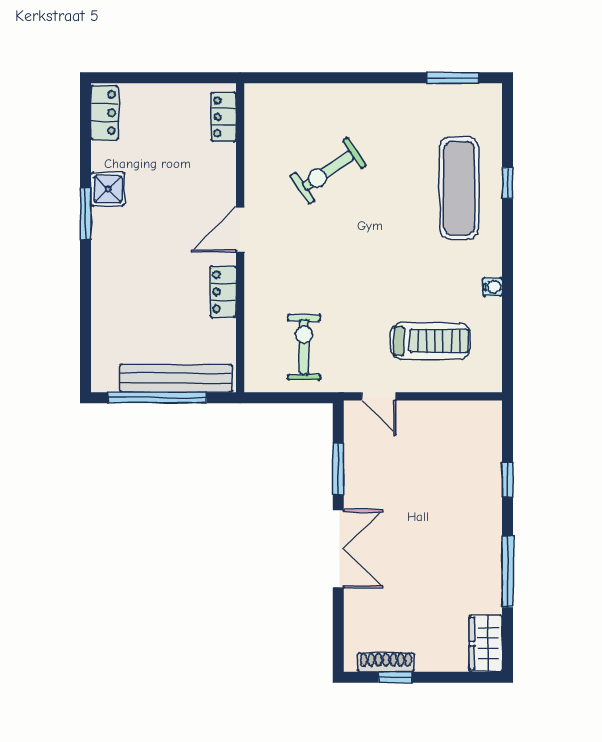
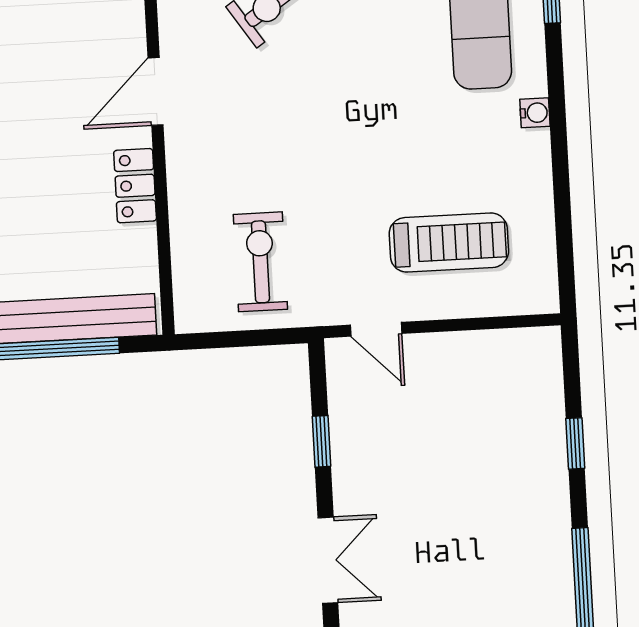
water cooler: (493, 287) -> (535, 113), moved
window: (338, 469) -> (321, 441), width x0.67
double door: (338, 549) -> (328, 560), width x0.73

